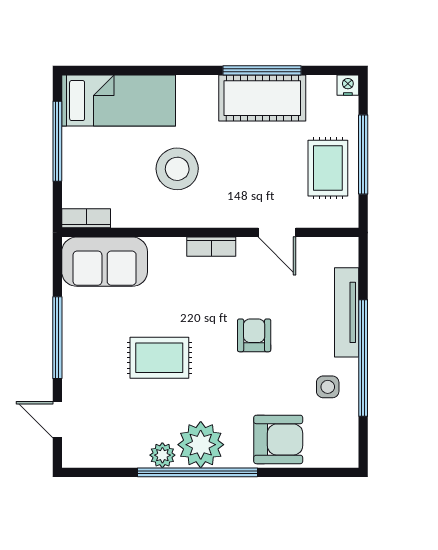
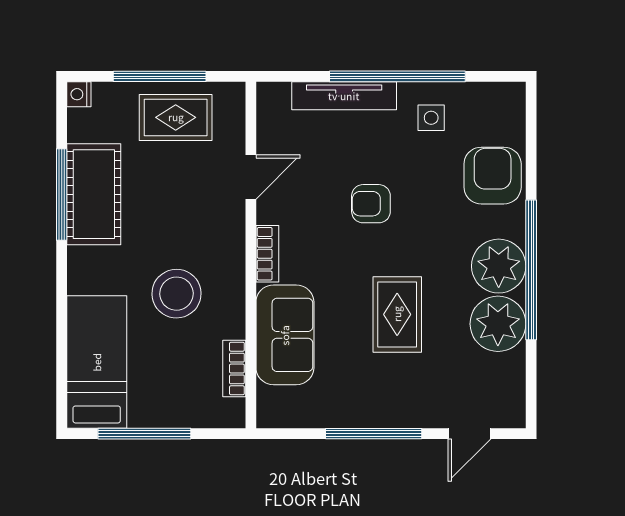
bookcase: (86, 218) -> (234, 369), moved
sofa: (105, 262) -> (285, 335), moved
plant: (162, 455) -> (498, 324), width x1.87, depth x1.87

